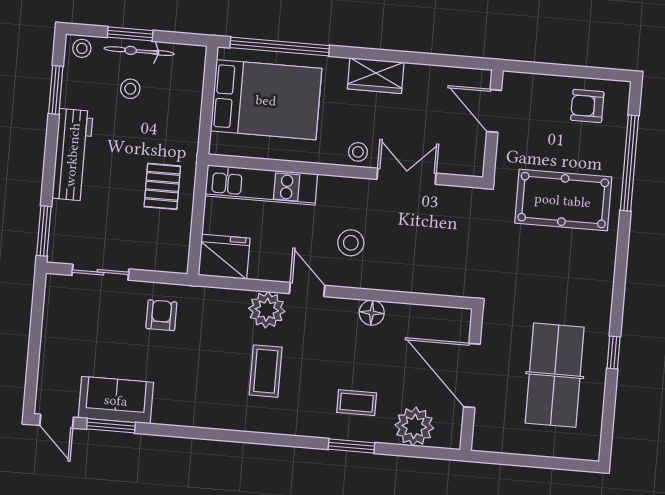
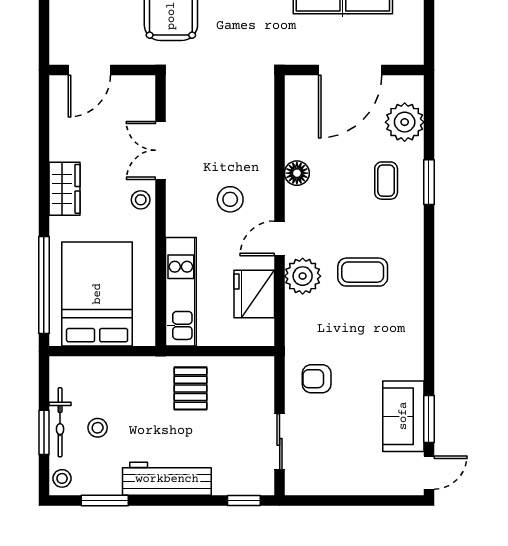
pallet: (162, 186) -> (191, 388), turned 90
window: (44, 231) -> (244, 501), width x0.67
fridge: (224, 257) -> (254, 294), moved

